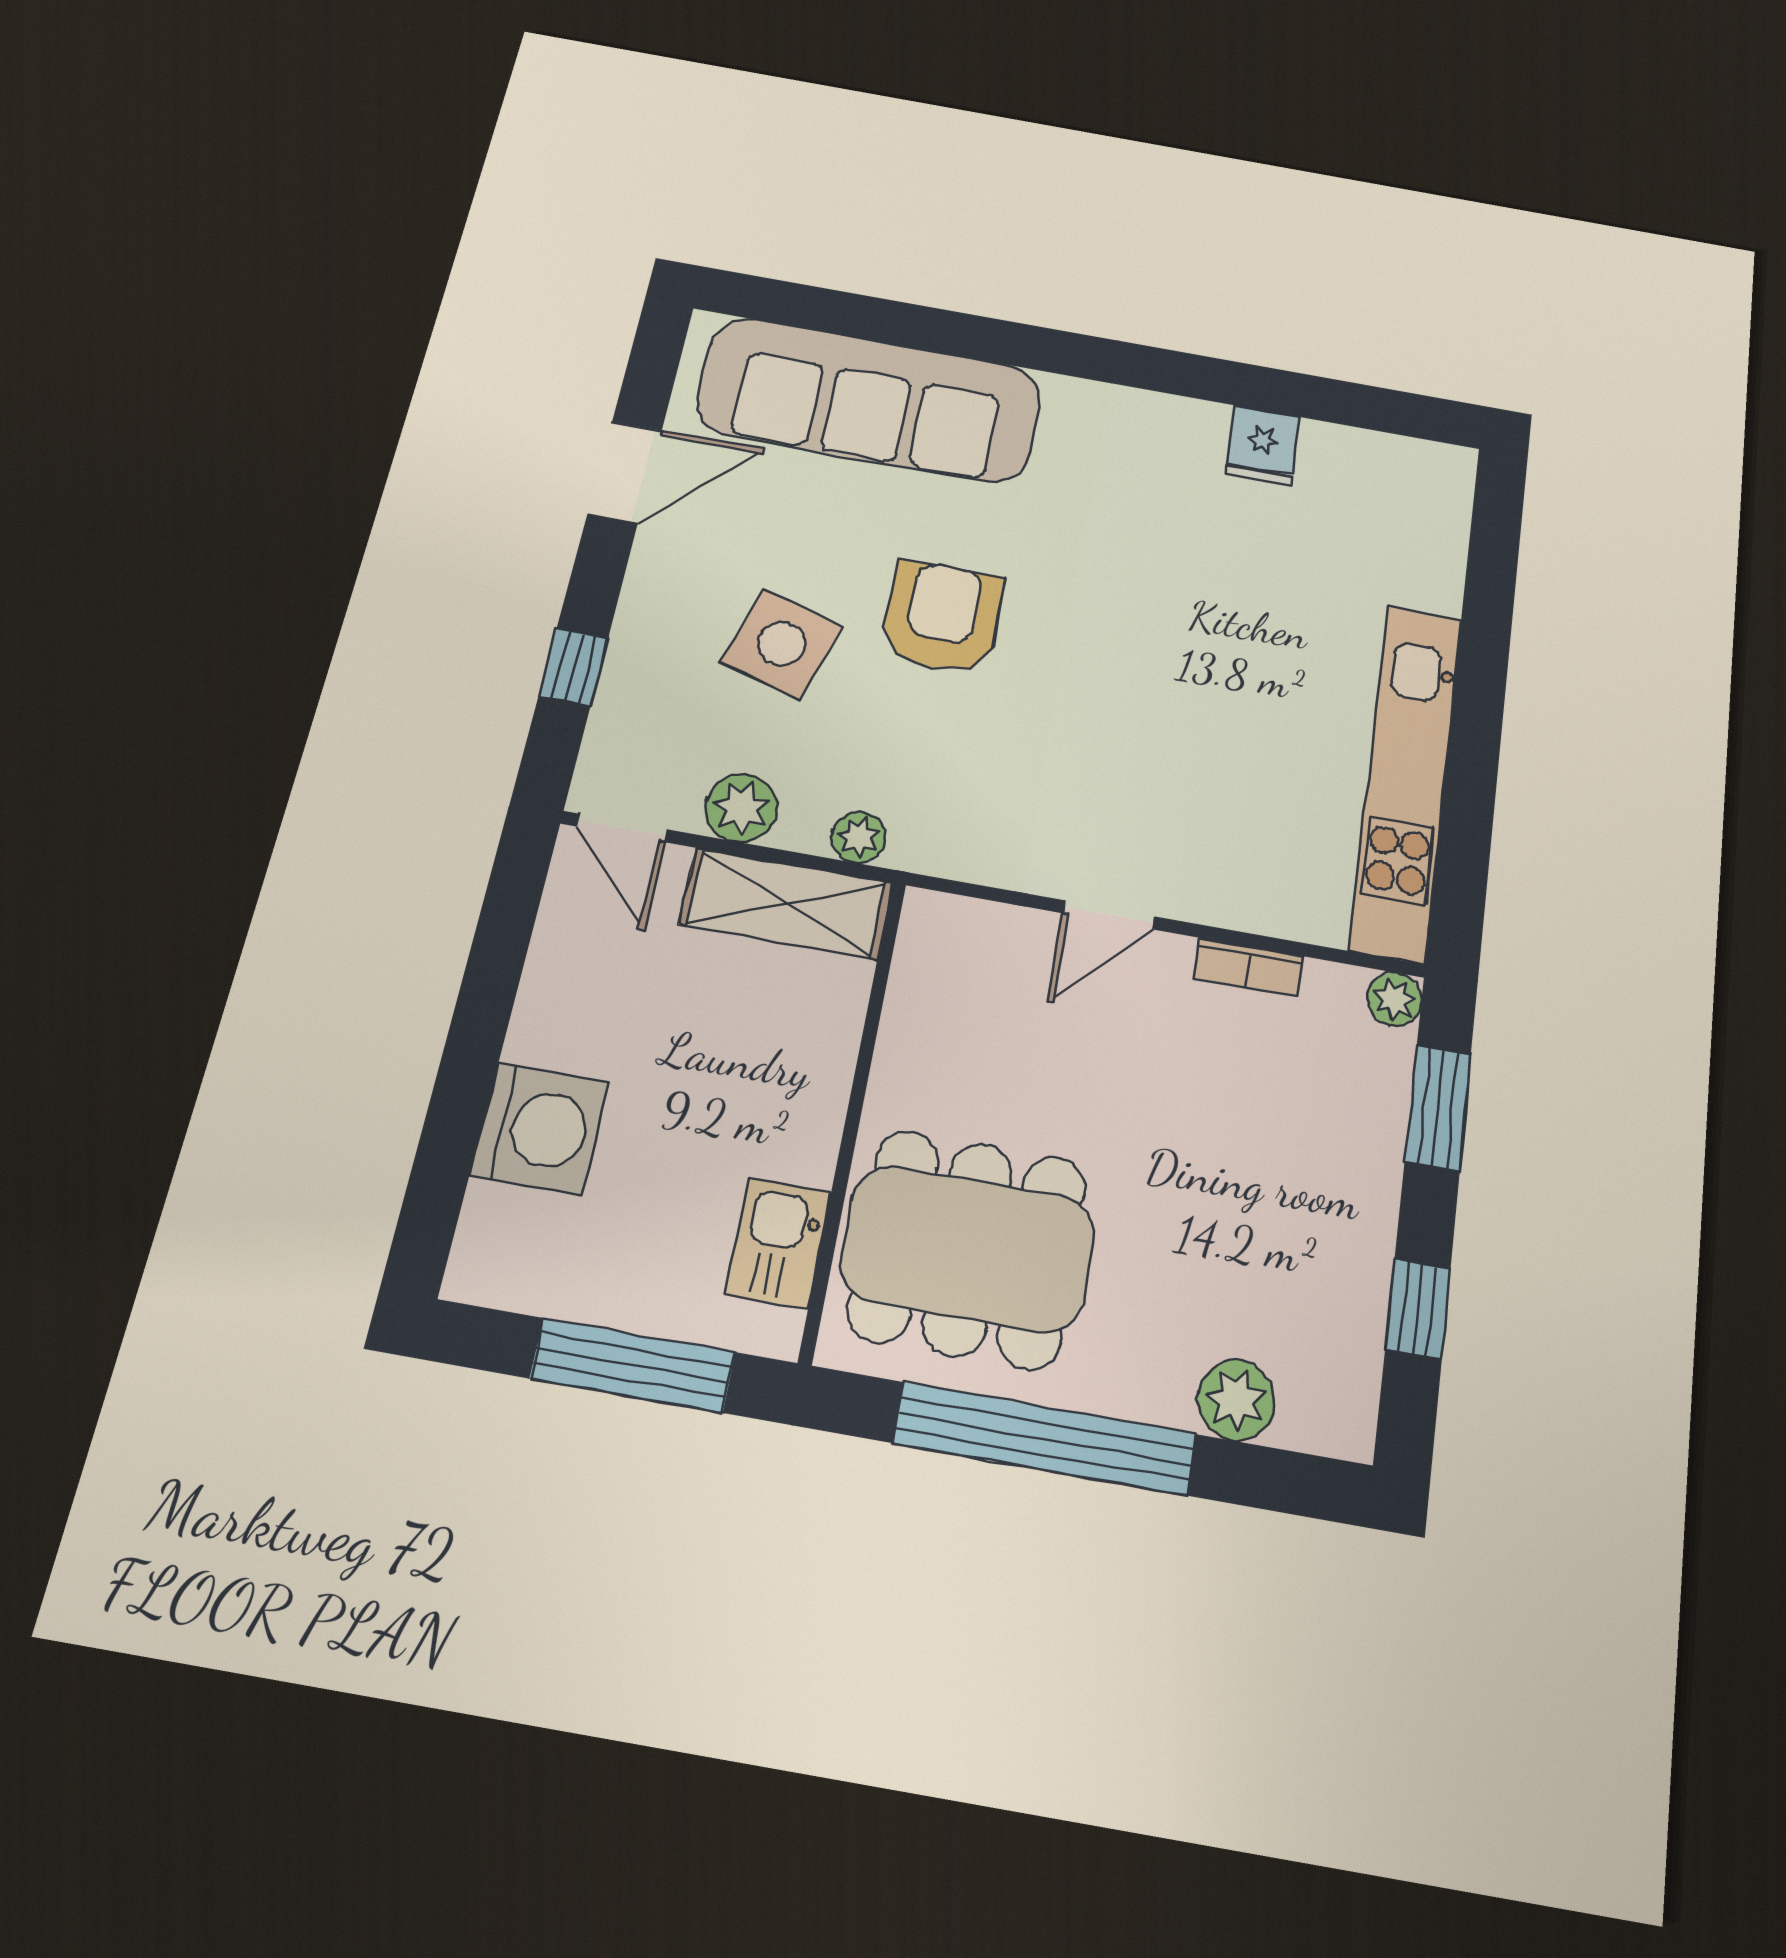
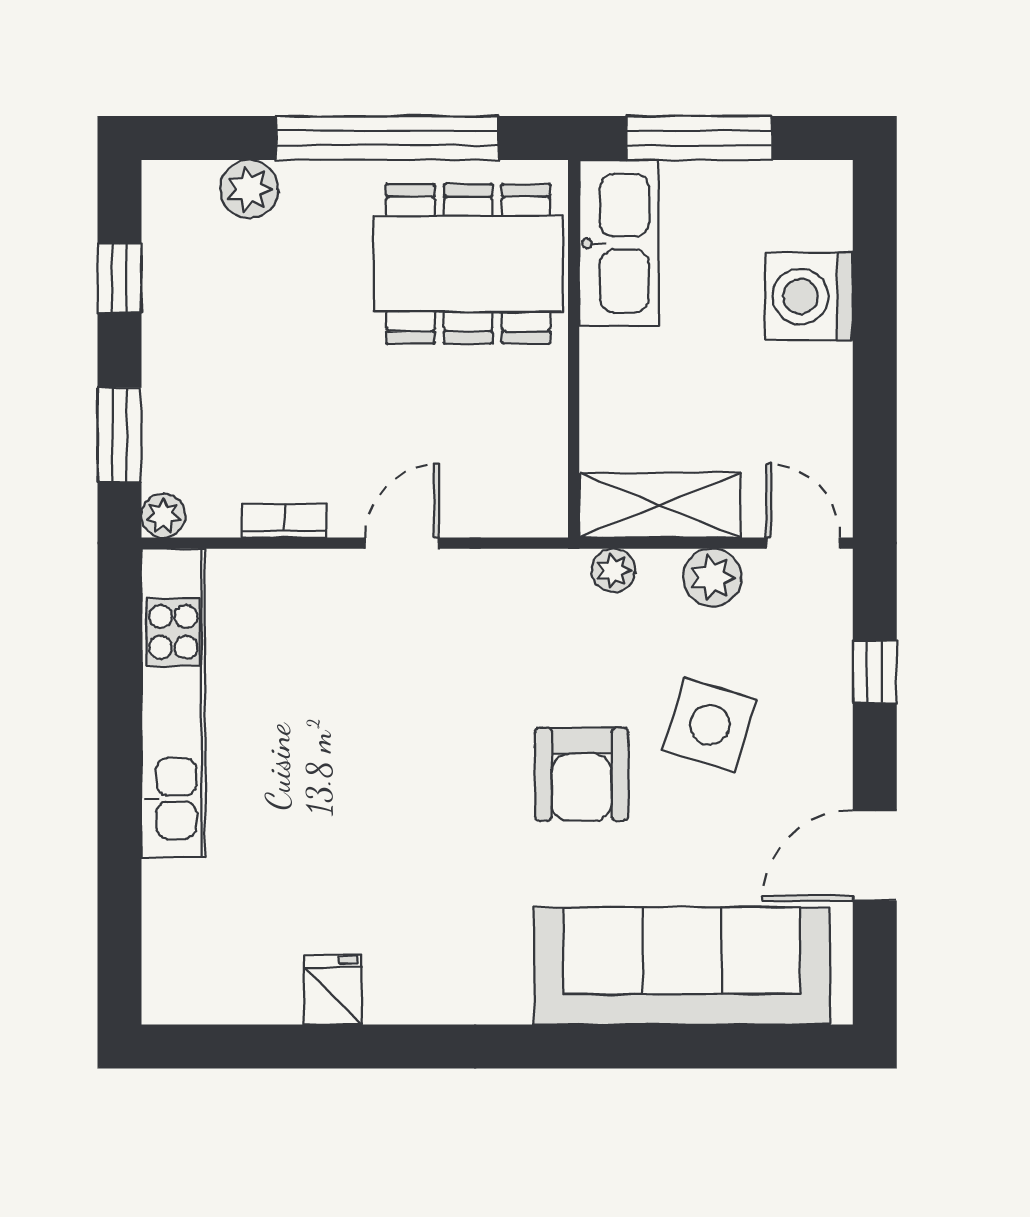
kitchen sink: (778, 1243) -> (619, 243), width x1.88, depth x1.24

